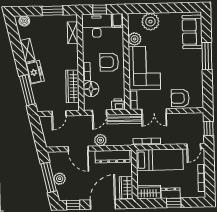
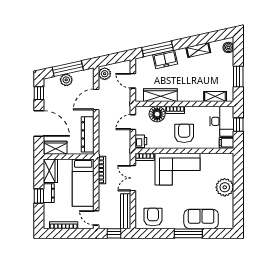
plant: (150, 22) -> (225, 187), moved
sofa: (192, 32) -> (201, 219), moved
plant: (135, 39) -> (207, 160), removed
freezer: (35, 72) -> (165, 59), moved
armchair: (180, 98) -> (153, 217), moved
door: (99, 113) -> (133, 122), hinge flipped
bench: (124, 119) -> (126, 211), moved
plant: (100, 140) -> (105, 74), moved

